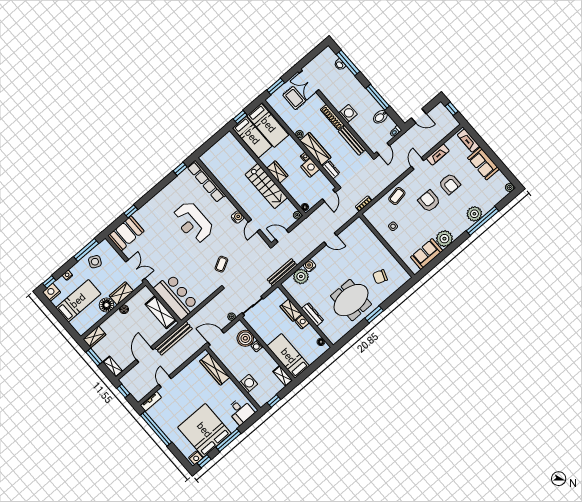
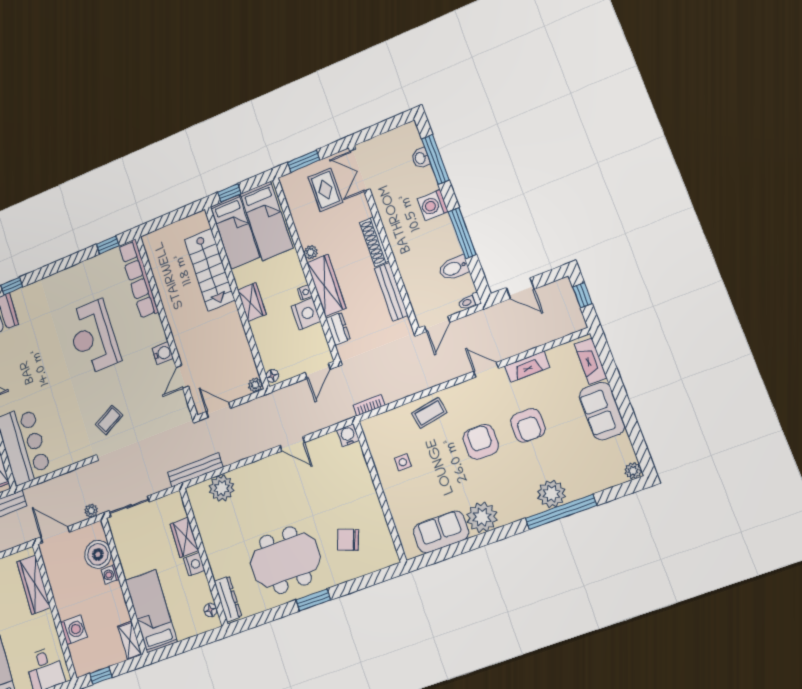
washing machine: (348, 114) -> (433, 205), moved, turned 180
door: (418, 164) -> (486, 370), hinge flipped
stairs: (266, 186) -> (210, 270), moved
water cooler: (310, 266) -> (348, 435), moved
dresser: (313, 314) -> (228, 599), moved

